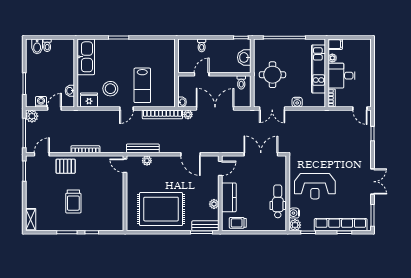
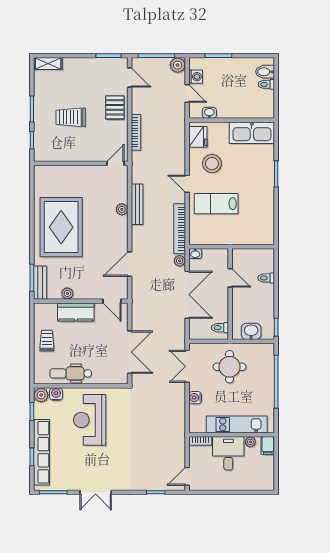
door: (125, 166) -> (115, 163), moved
wall: (125, 193) -> (81, 163), moved
dental chair: (278, 201) -> (71, 373), turned 180
trolley: (238, 223) -> (47, 341), moved

